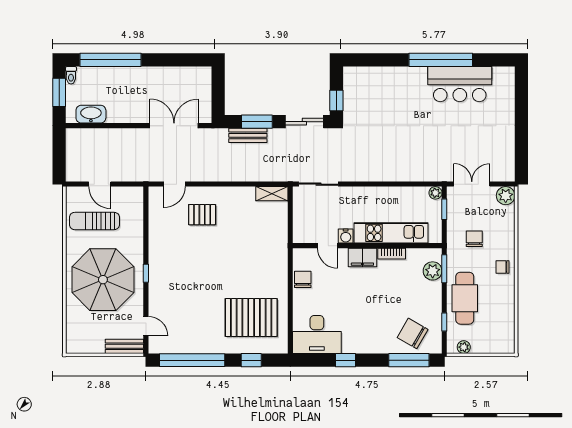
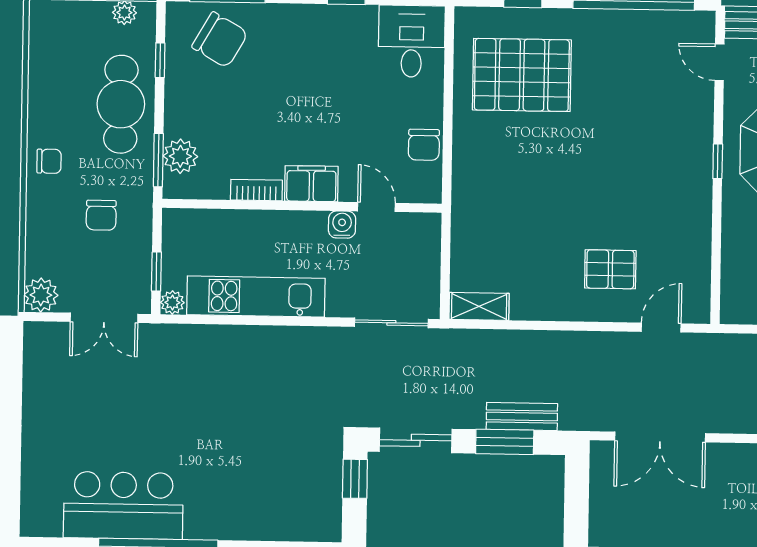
kitchen unit: (391, 233) -> (256, 296), moved, turned 180
desk: (317, 334) -> (412, 41), width x0.73

